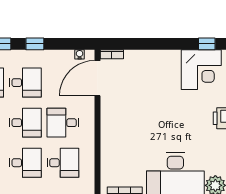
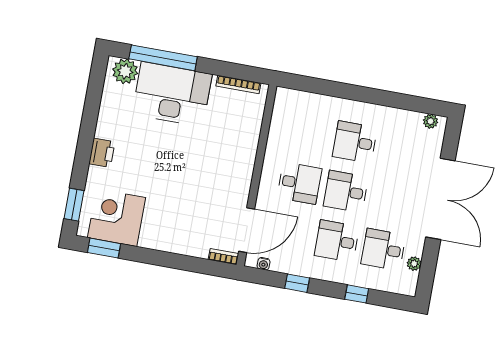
window: (35, 44) -> (297, 283), moved
window: (207, 44) -> (104, 248), width x1.50
desk: (63, 163) -> (308, 134), removed

